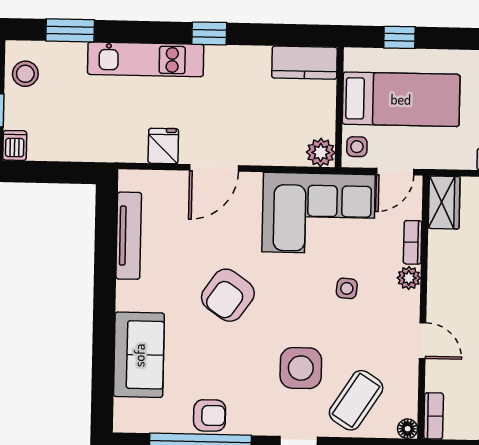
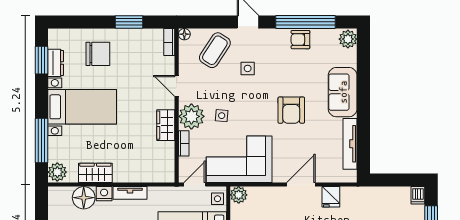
wardrobe: (444, 202) -> (166, 125), moved
plant: (409, 278) -> (191, 116), width x1.88, depth x1.88
armchair: (228, 295) -> (291, 110), turned 145
sofa: (139, 355) -> (343, 92), moved
side table: (301, 368) -> (248, 68), width x0.54, depth x0.54
plant: (129, 415) -> (348, 39), added

